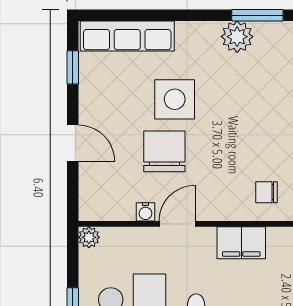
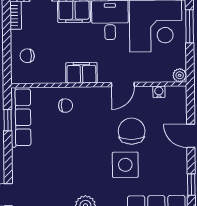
chair: (164, 151) -> (132, 131), turned 180
water cooler: (145, 212) -> (159, 92), moved

